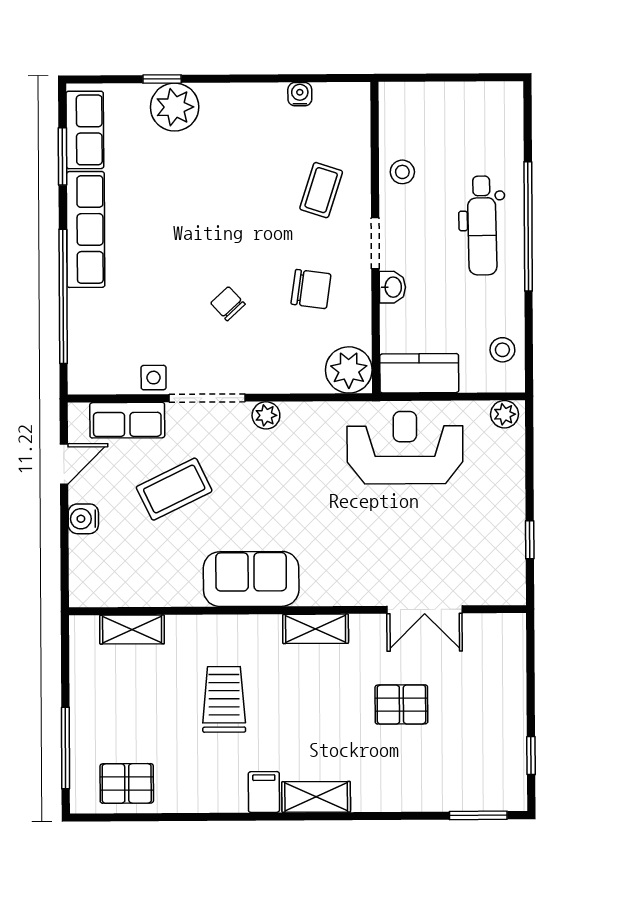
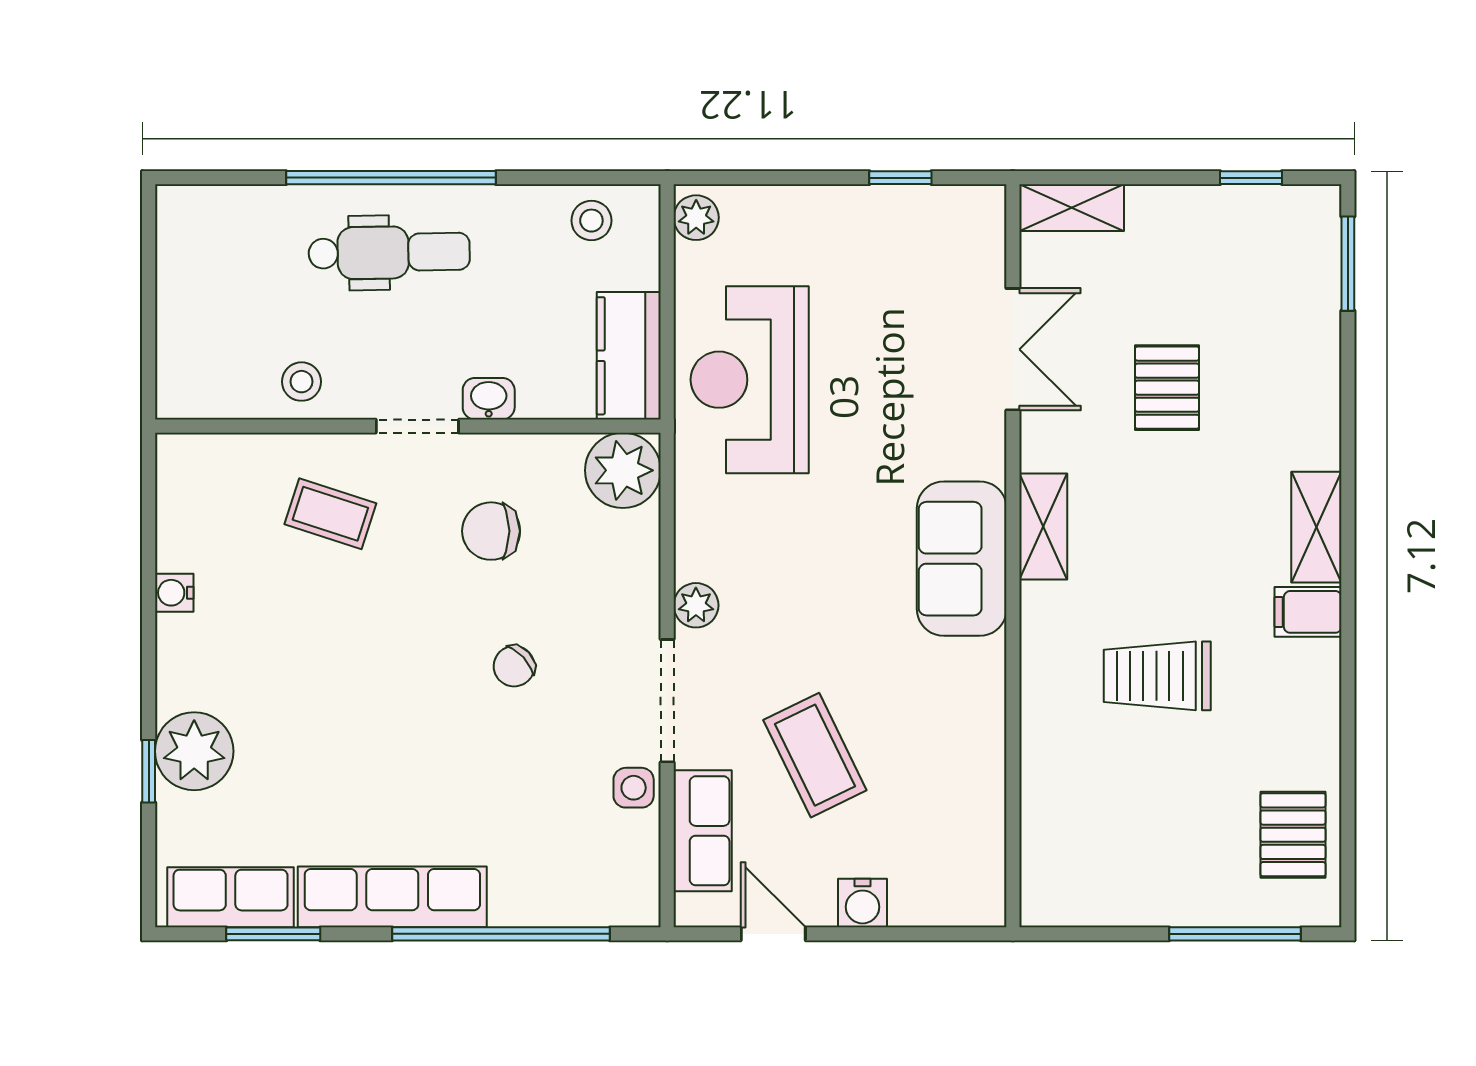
water cooler: (300, 94) -> (174, 593), moved
chair: (311, 289) -> (491, 531), turned -98
sofa: (251, 579) -> (962, 559), moved
shelving: (132, 630) -> (1072, 208), moved, turned 90

